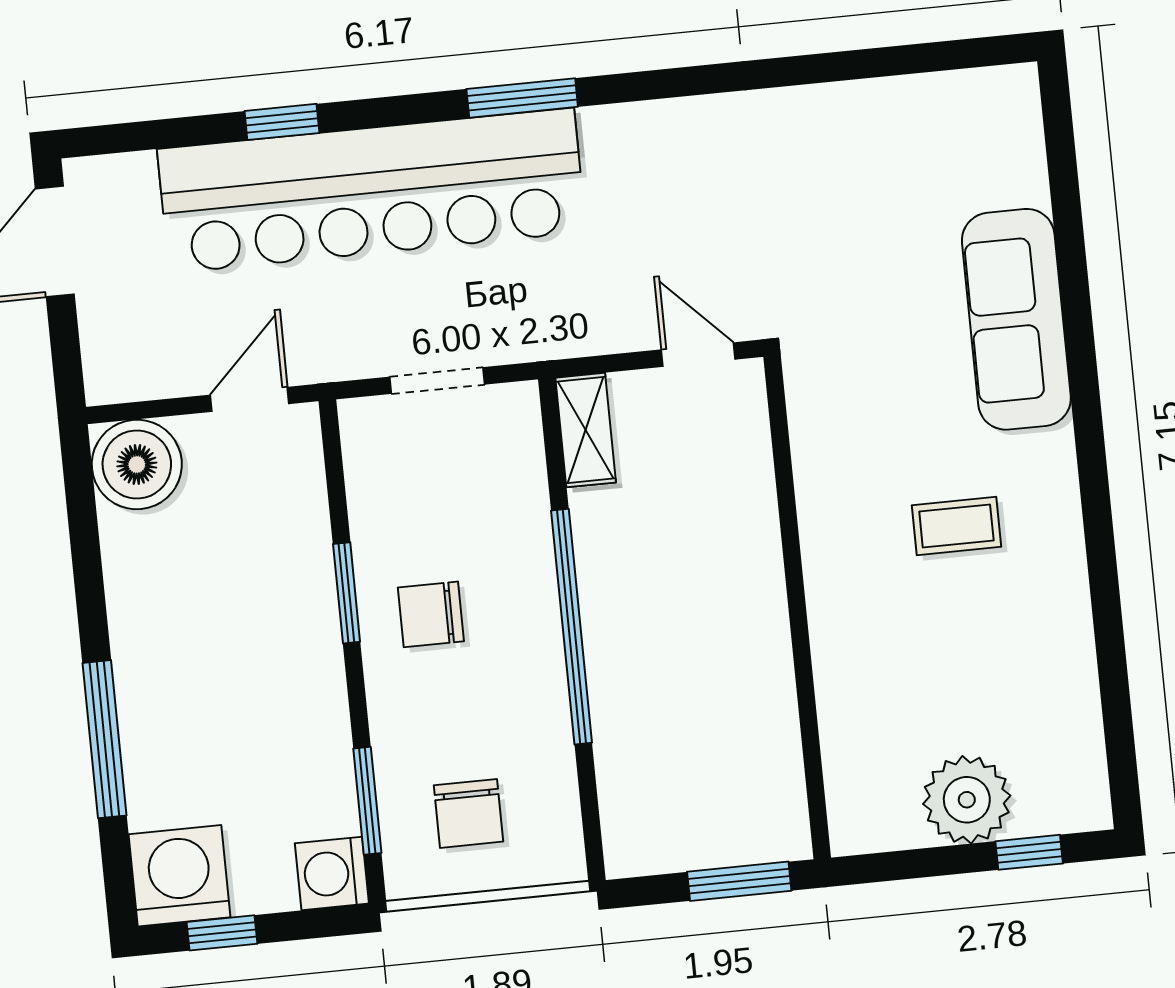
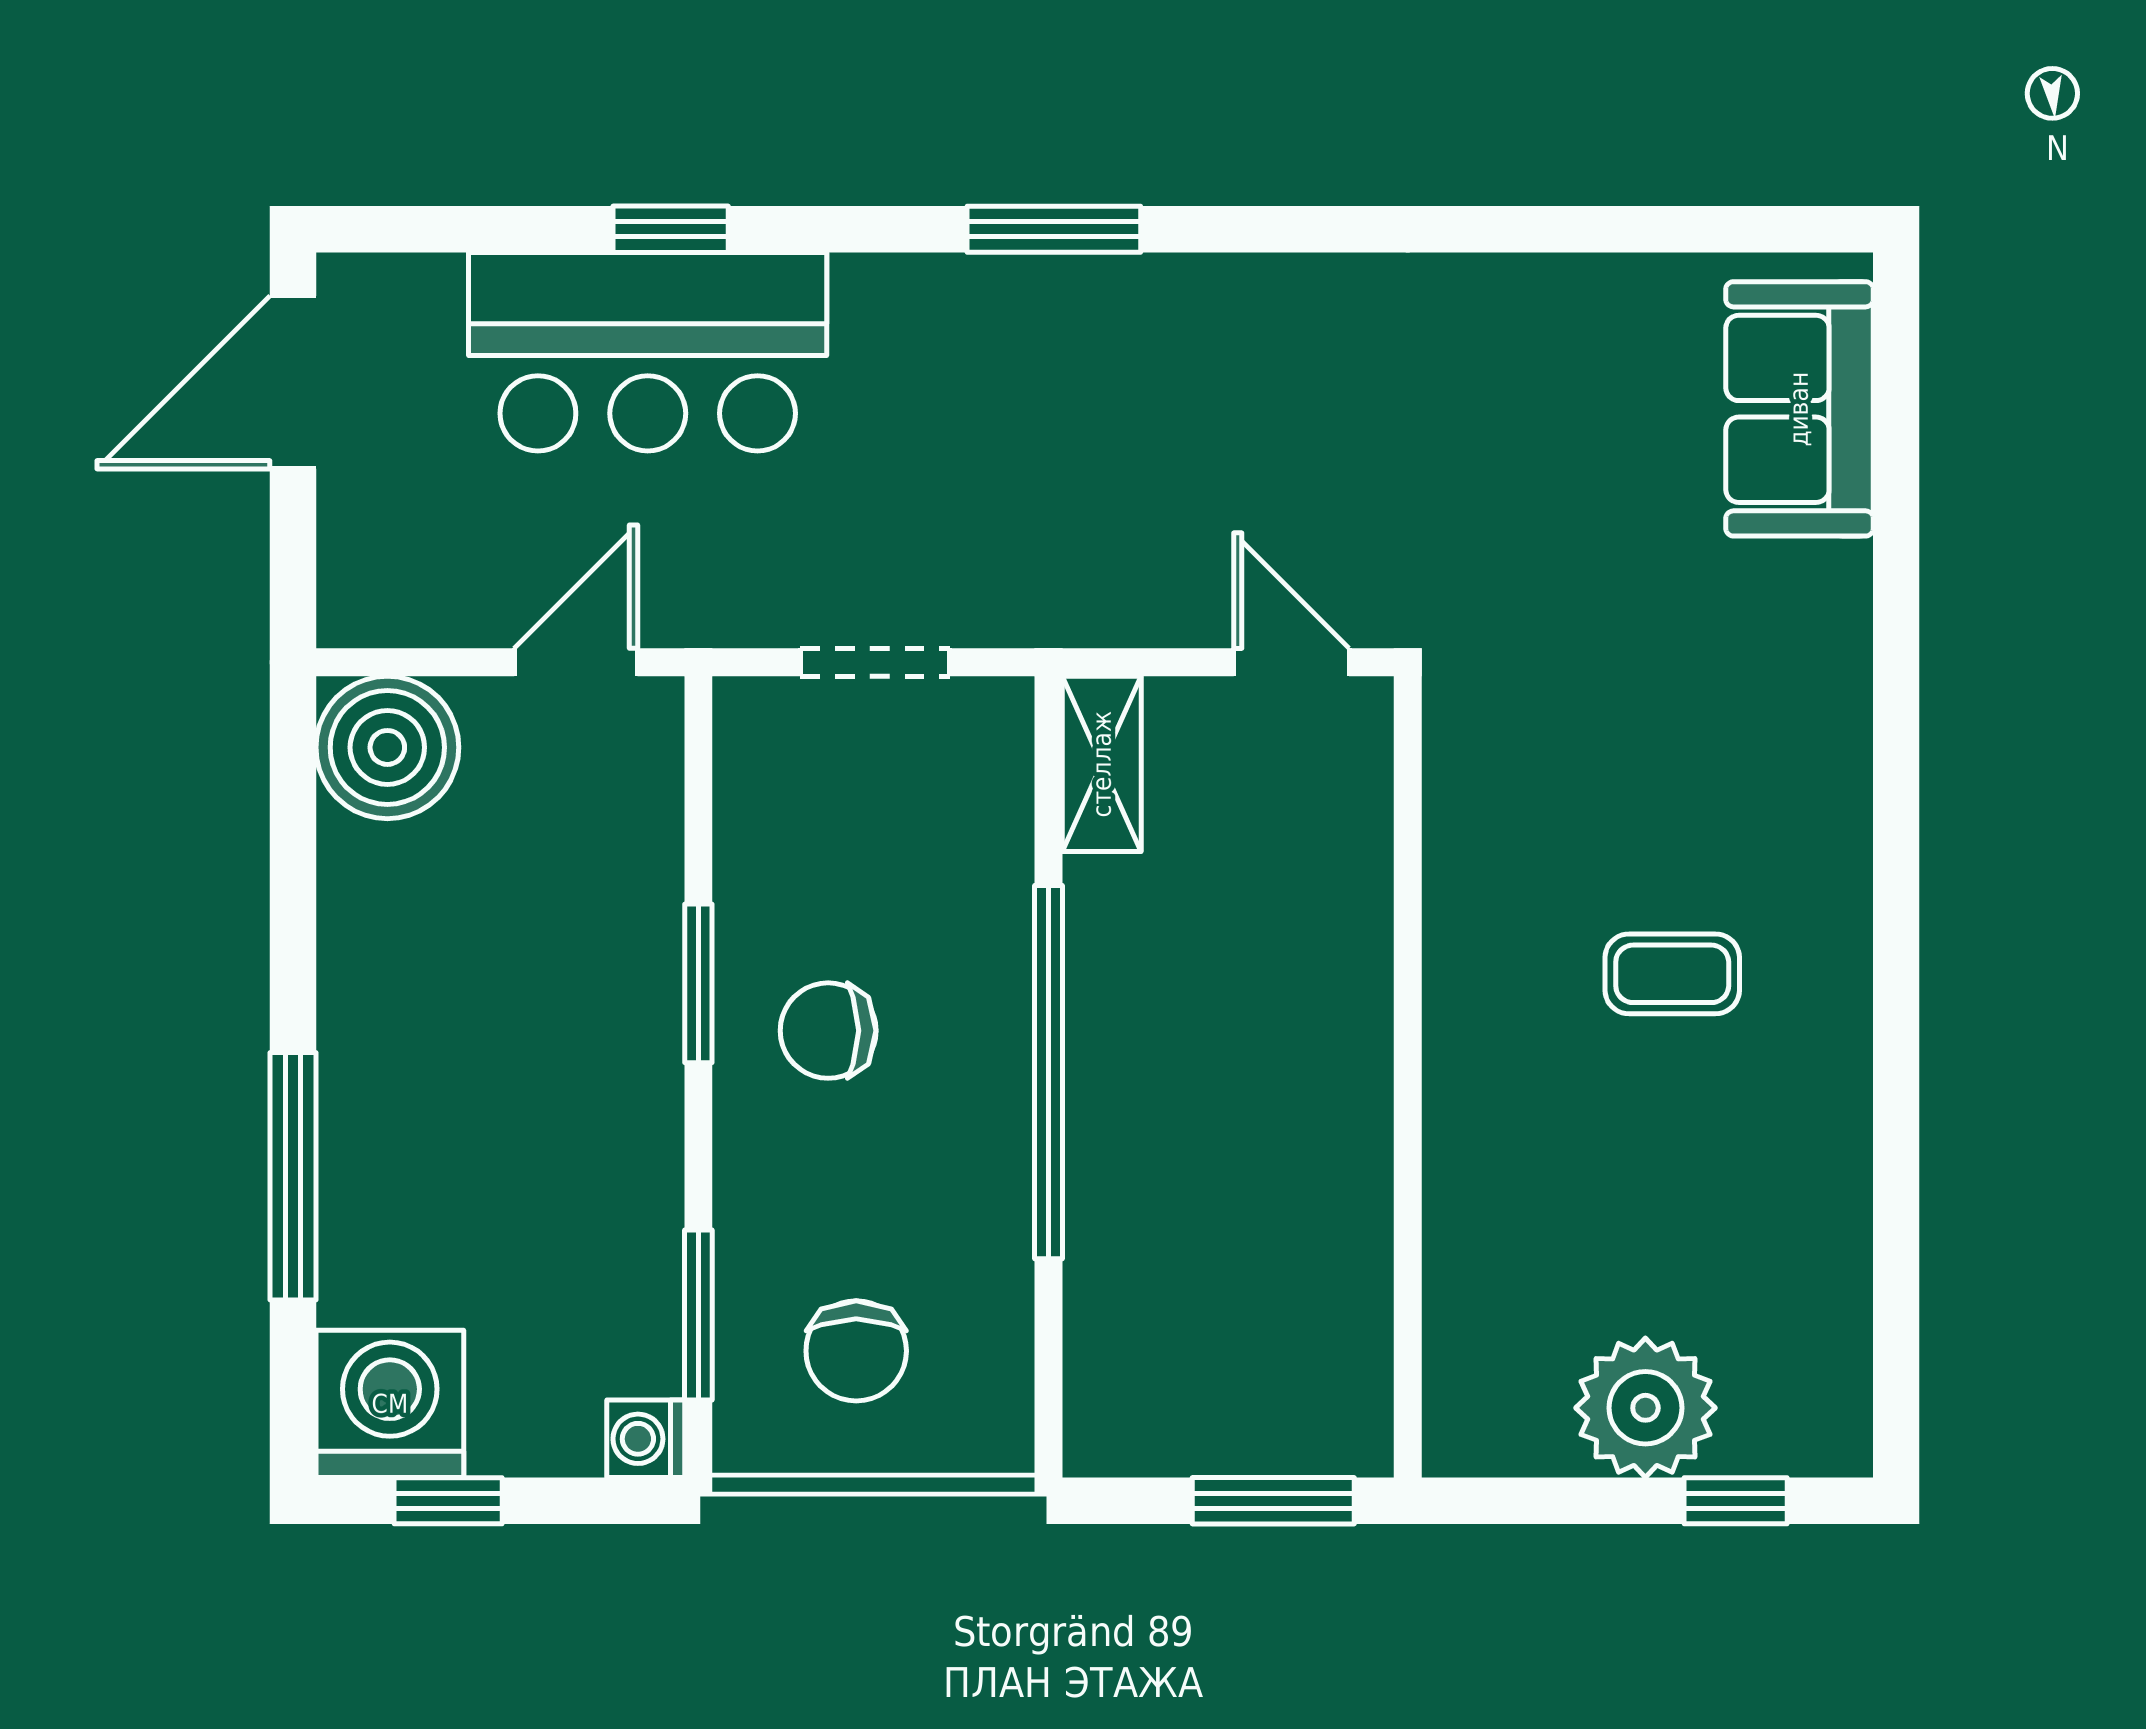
bar counter: (372, 191) -> (648, 352), width x0.54
sofa: (1016, 319) -> (1799, 409), moved, width x0.73
washing machine: (332, 873) -> (646, 1439), width x0.73, depth x0.73

